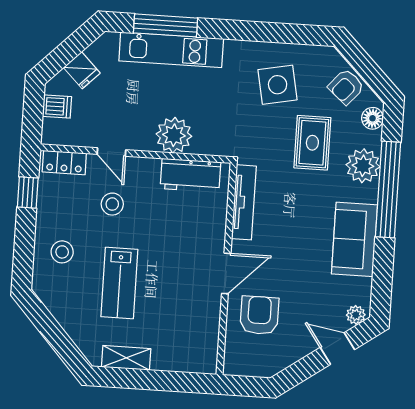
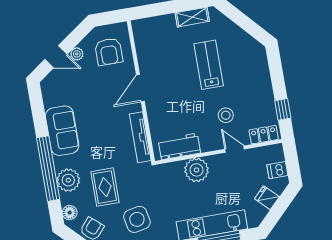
stool: (62, 252) -> (251, 76), removed
armchair: (259, 315) -> (109, 52), moved
plant: (356, 315) -> (77, 54), moved

